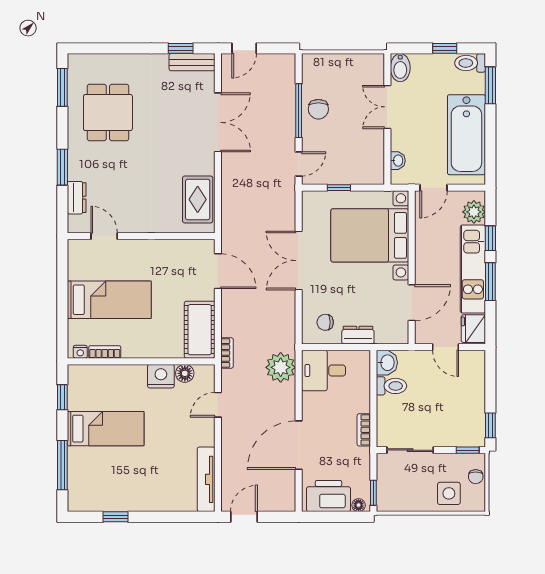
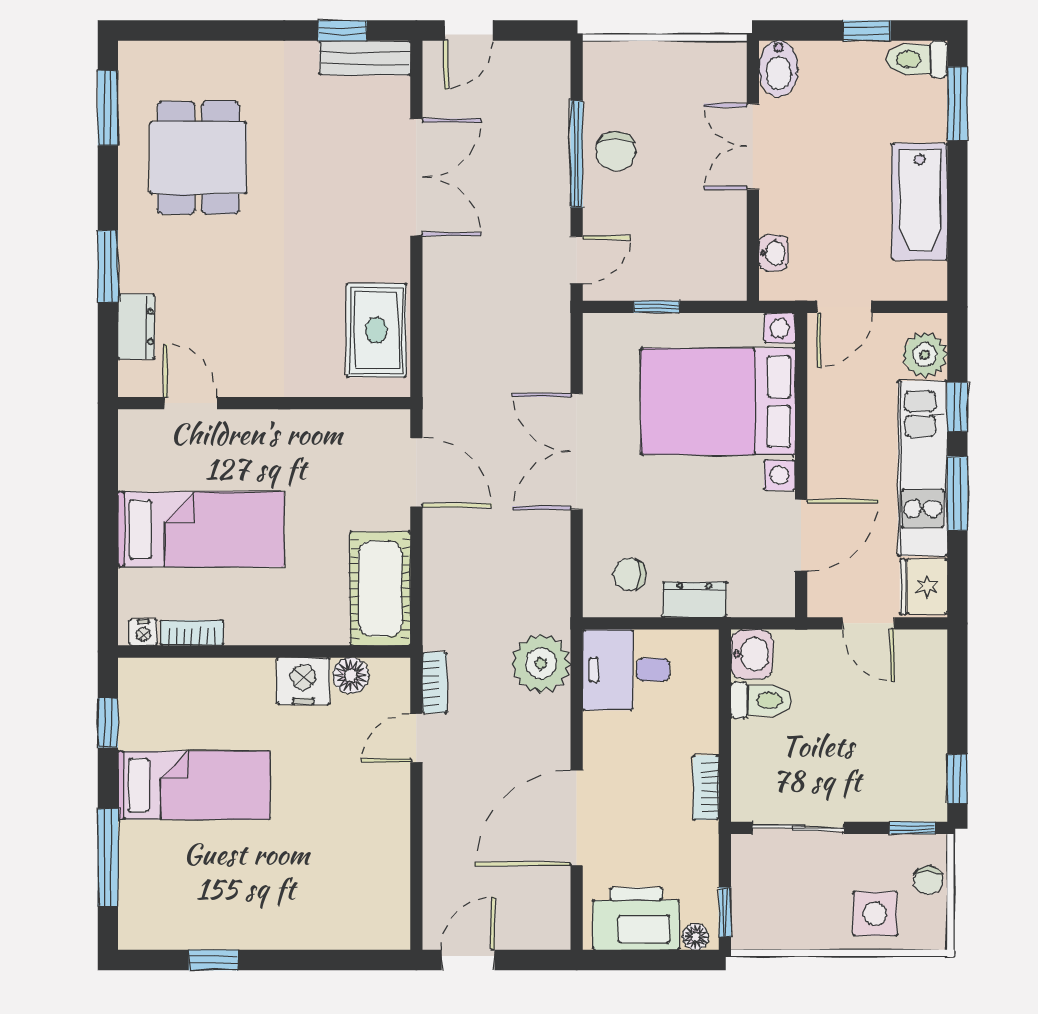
bathtub: (466, 135) -> (920, 202), width x0.73, depth x0.73
bookcase: (227, 353) -> (435, 683), moved
tv unit: (206, 479) -> (393, 886), removed

